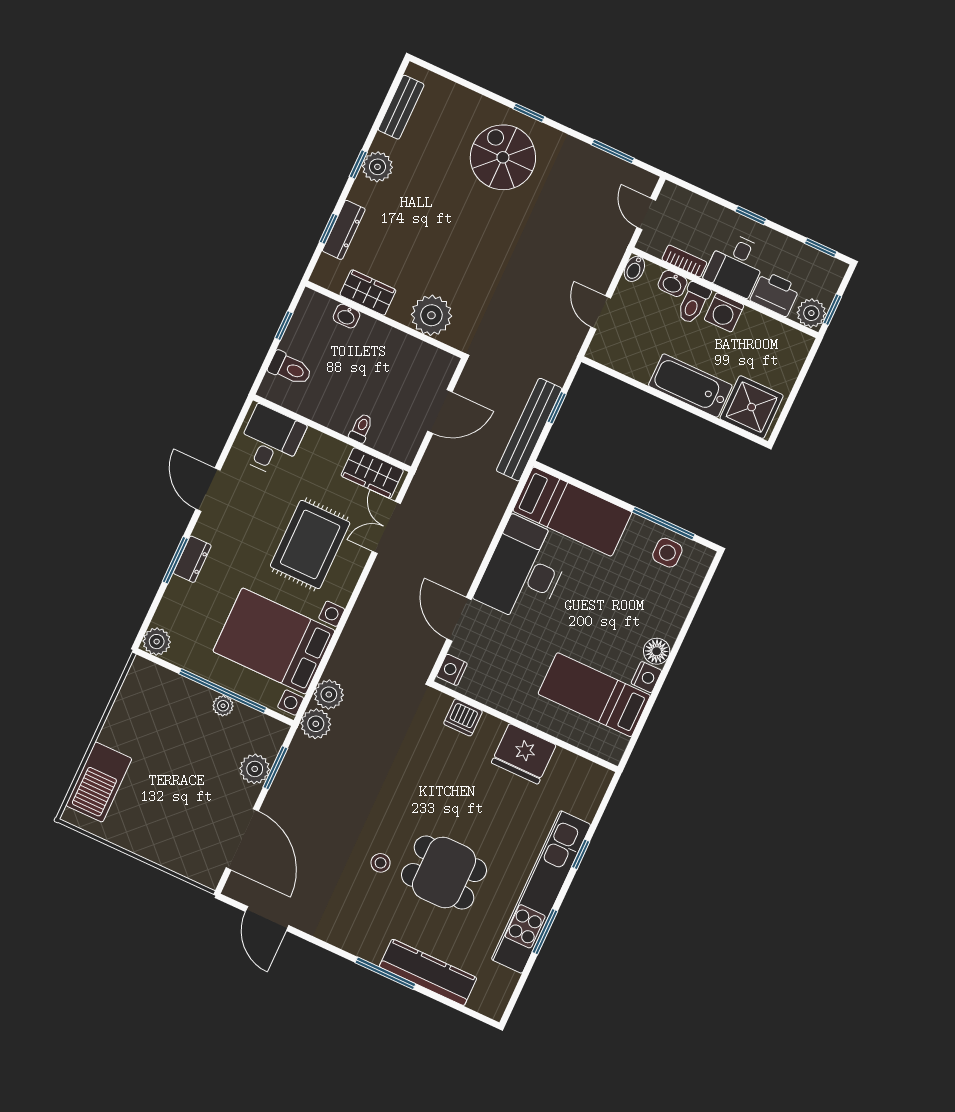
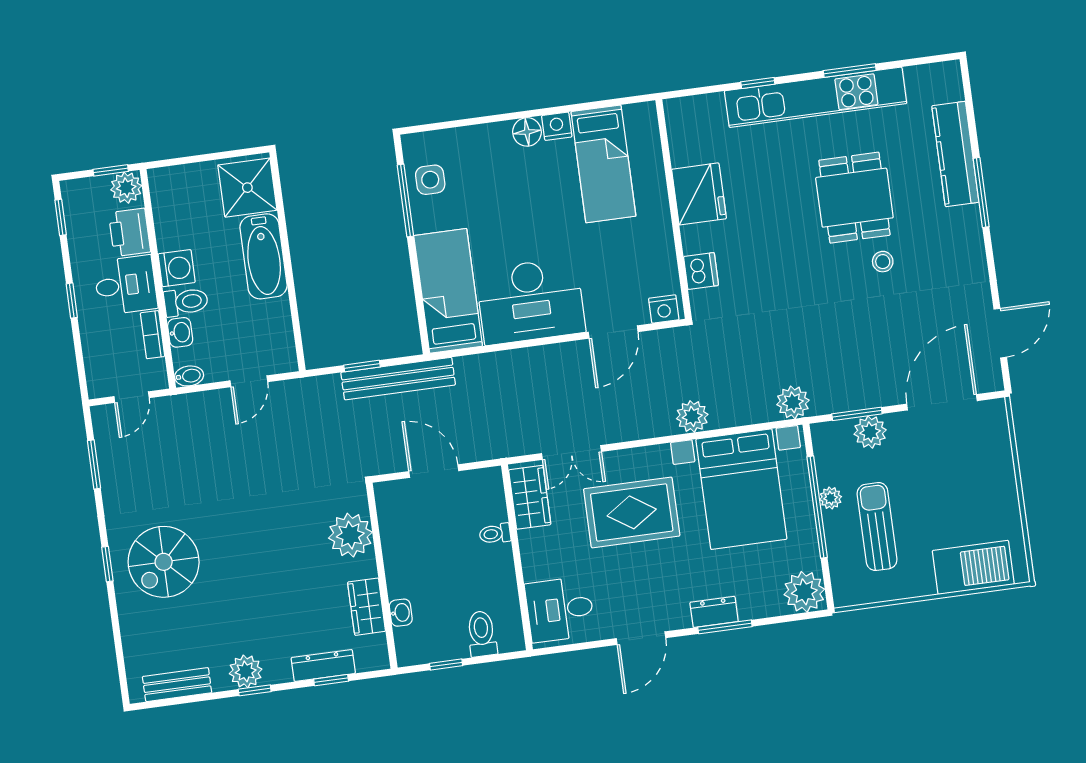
plant: (157, 642) -> (804, 592), width x1.36, depth x1.36
plant: (329, 694) -> (692, 416), moved
sun lounger: (178, 728) -> (877, 527), added

